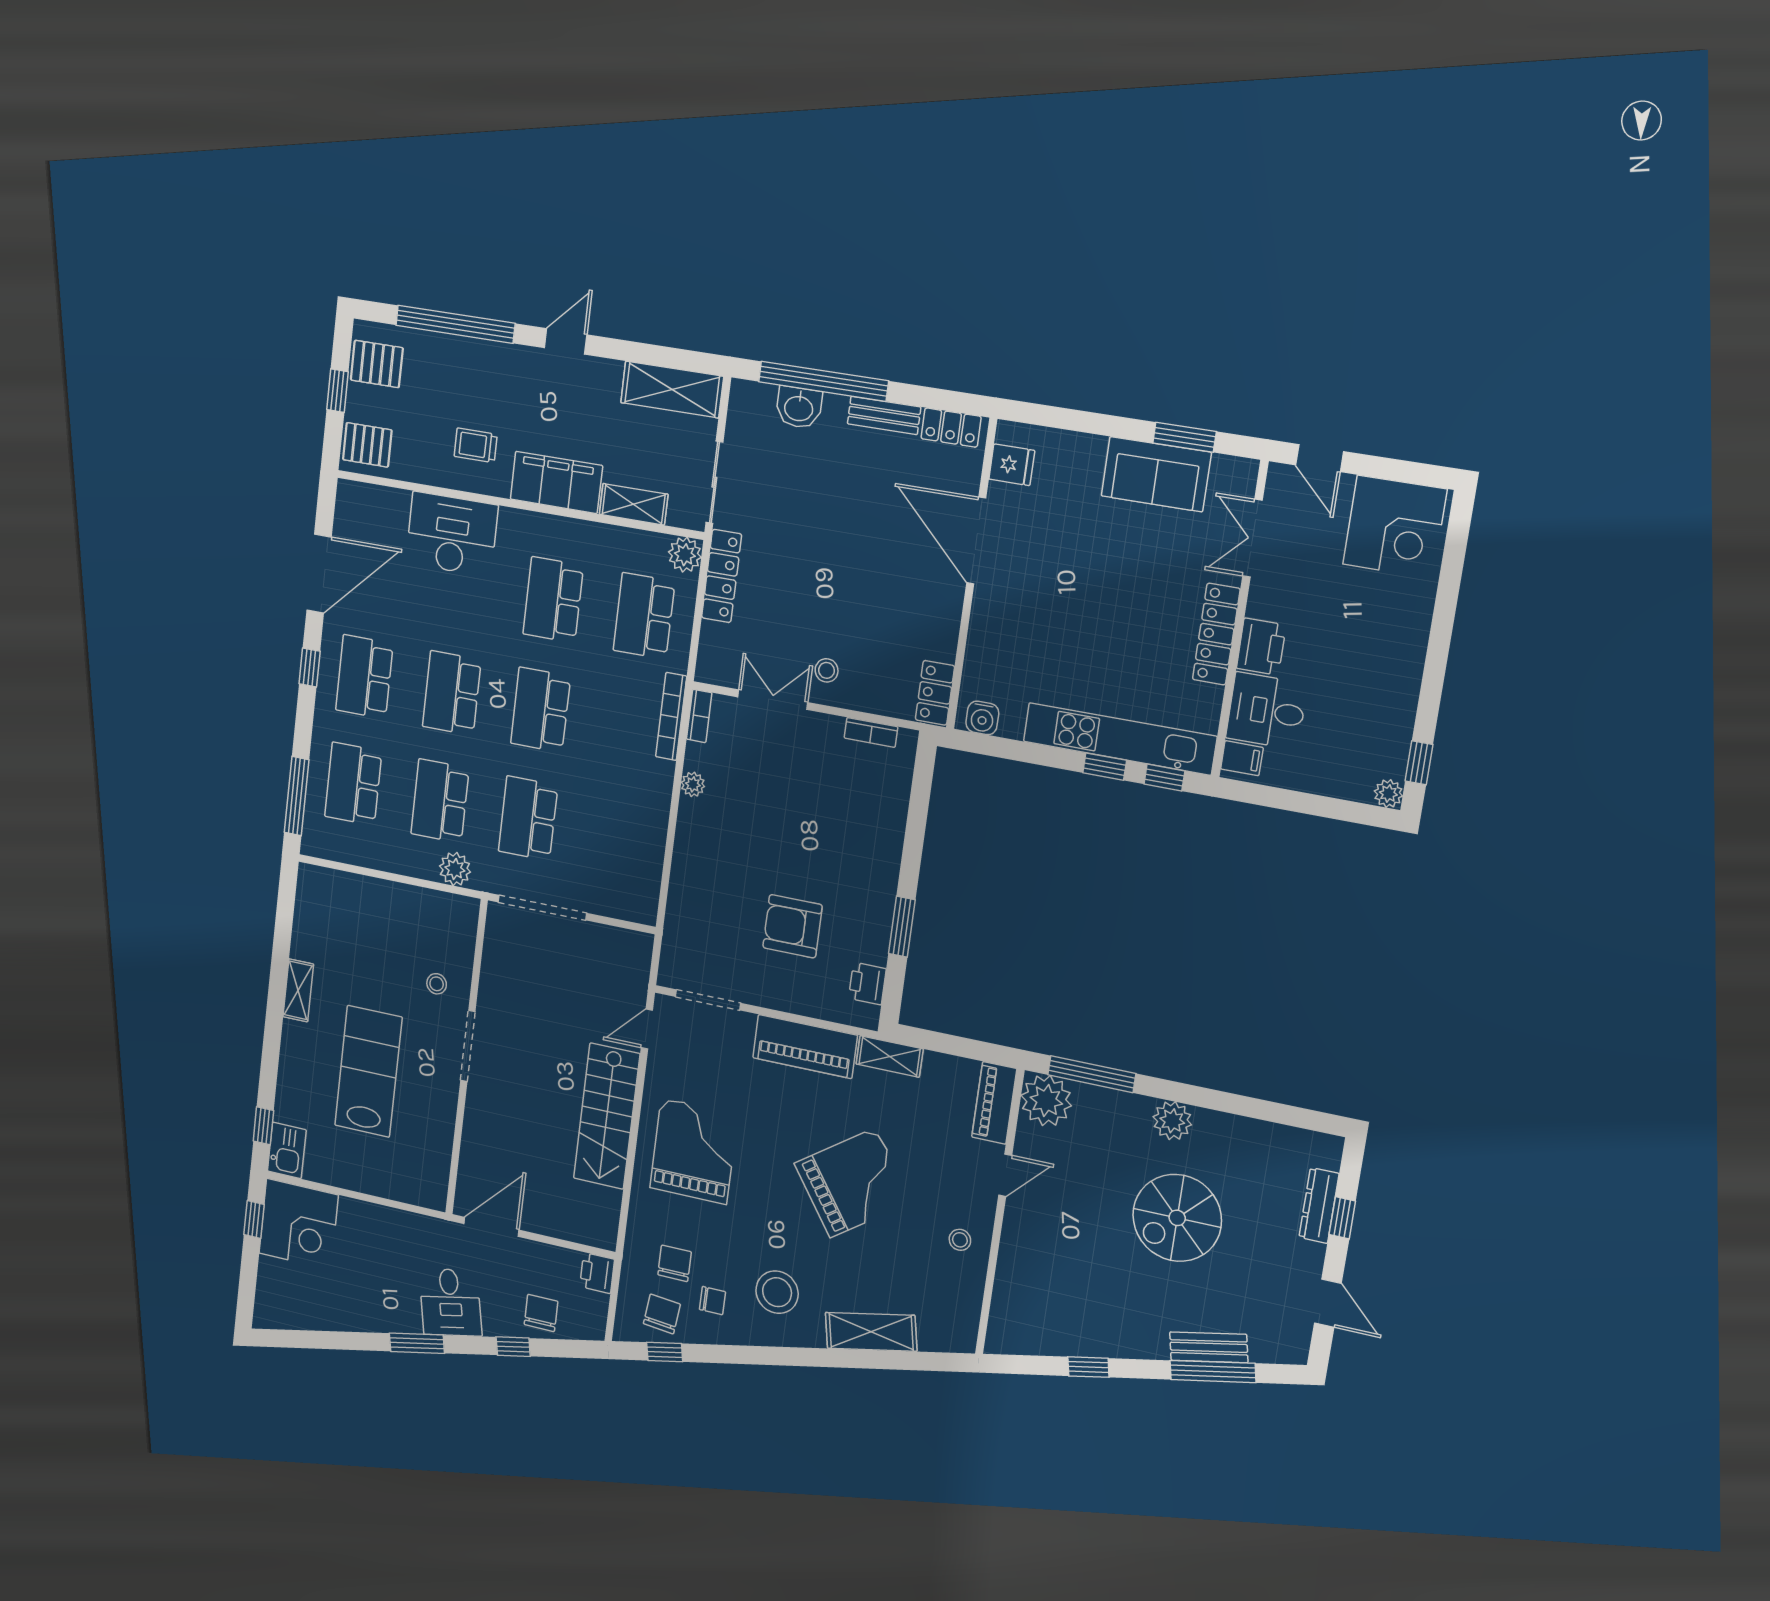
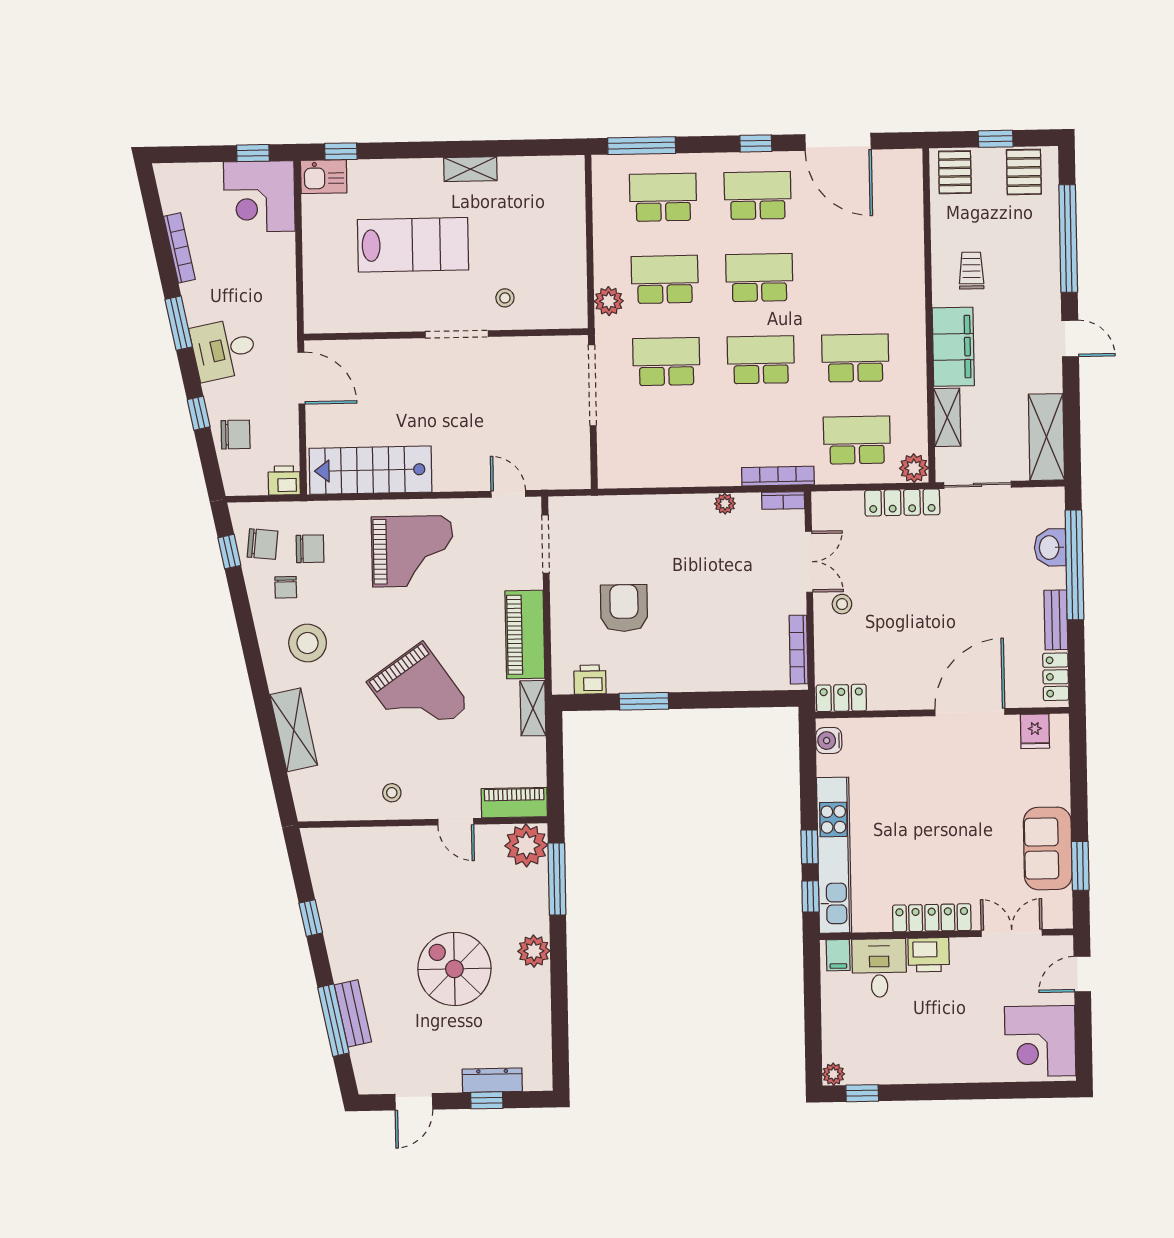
desk: (452, 534) -> (893, 259), removed
bookcase: (871, 732) -> (799, 650), width x1.56
stairs: (607, 1116) -> (370, 470), moved
bookcase: (340, 1322) -> (179, 248), added

